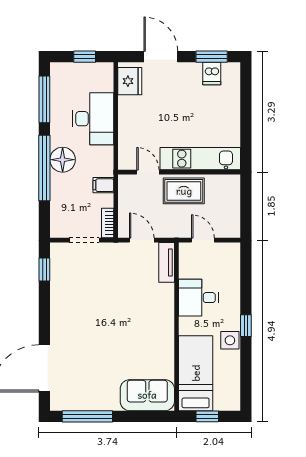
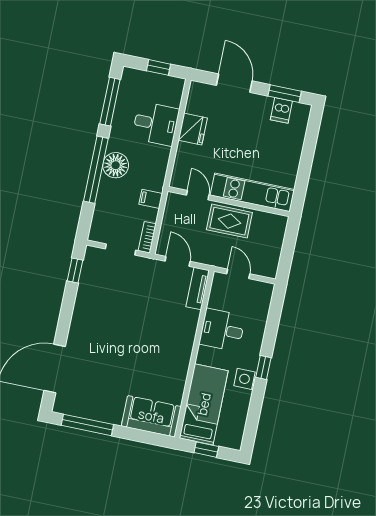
fridge: (130, 81) -> (193, 129), moved
desk: (93, 119) -> (156, 124), width x0.73

